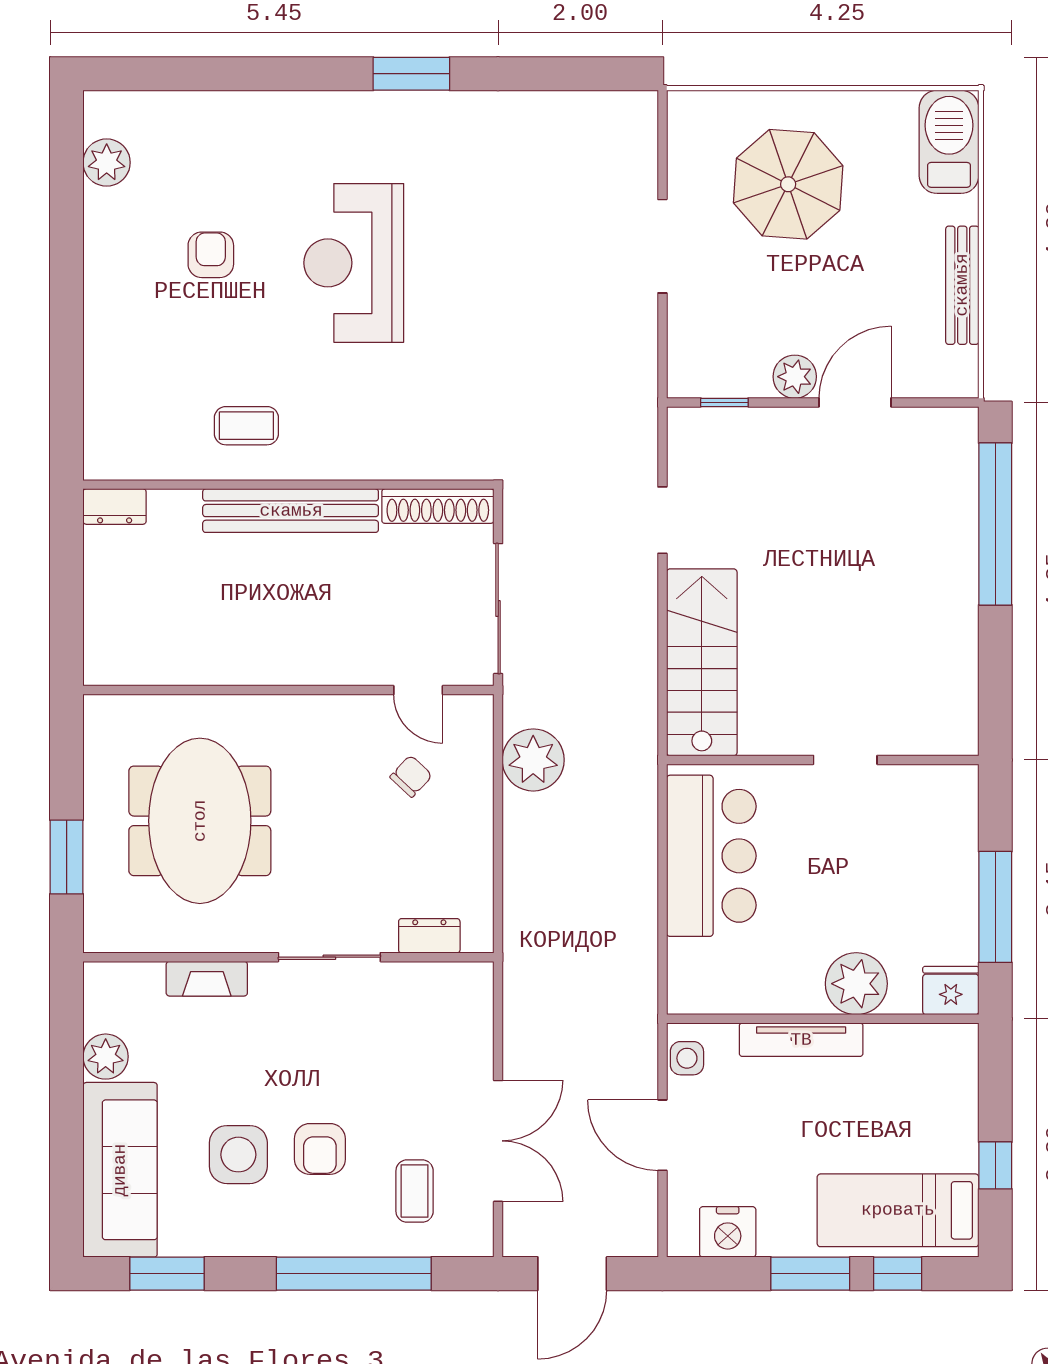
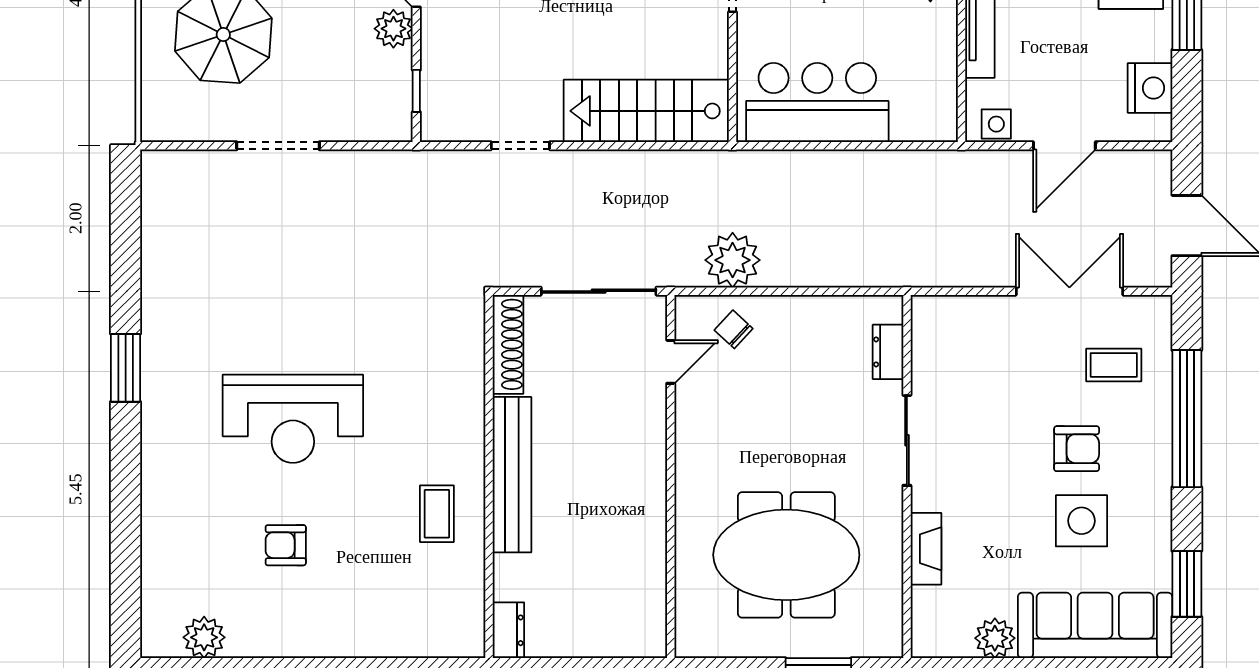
chair: (411, 776) -> (734, 329), moved

